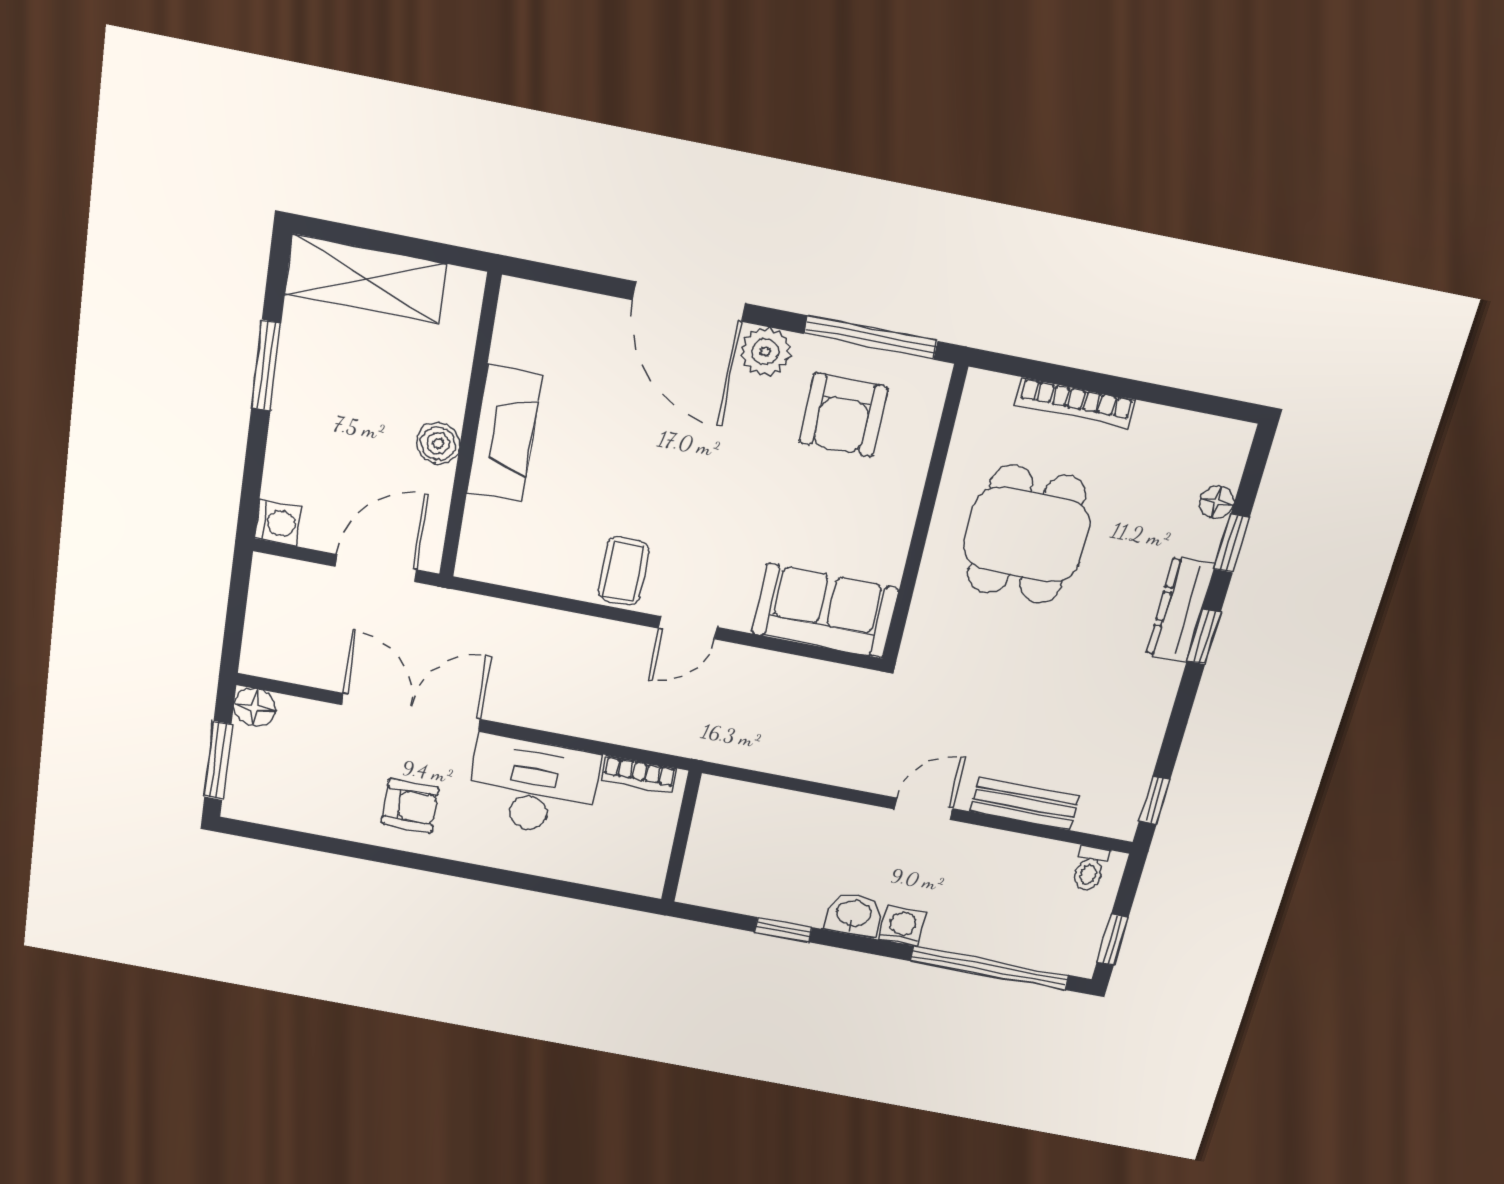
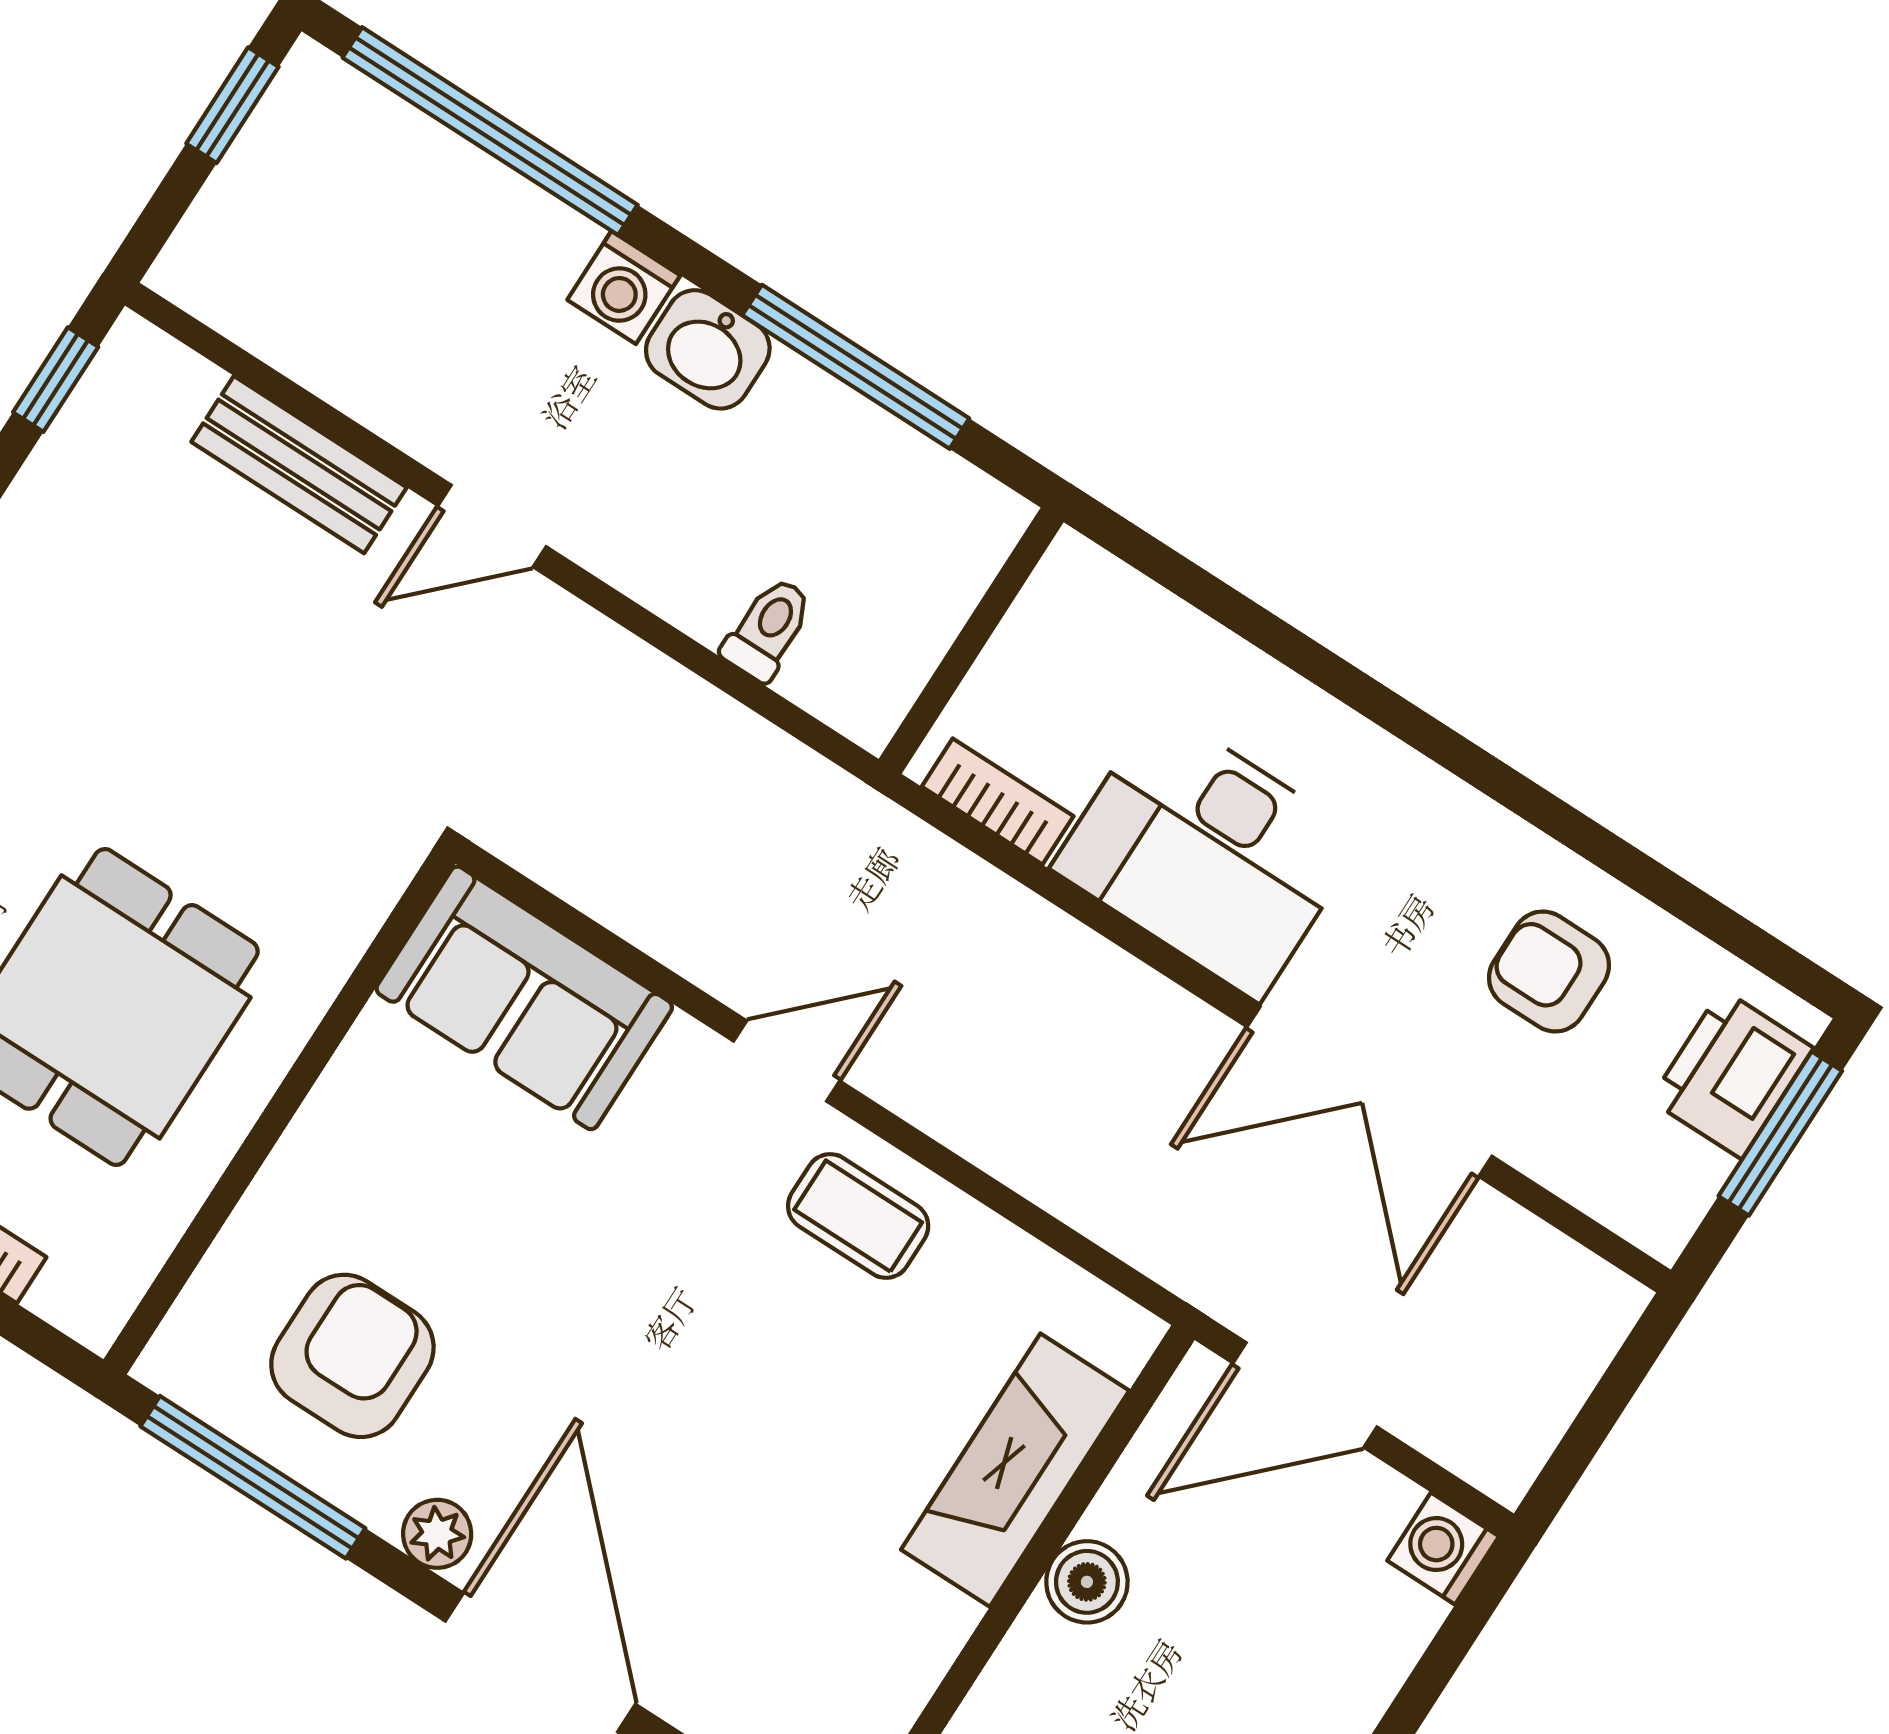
plant: (765, 352) -> (437, 1534), width x0.73, depth x0.73
fireplace: (505, 434) -> (1015, 1470), moved
coffee table: (624, 571) -> (858, 1216), turned 90
floor lamp: (255, 708) -> (1659, 1212), removed
printer: (252, 778) -> (1732, 1074), added
armchair: (410, 806) -> (1549, 971), moved
toilet: (1090, 869) -> (768, 629), moved
window: (783, 930) -> (856, 367), width x2.17

